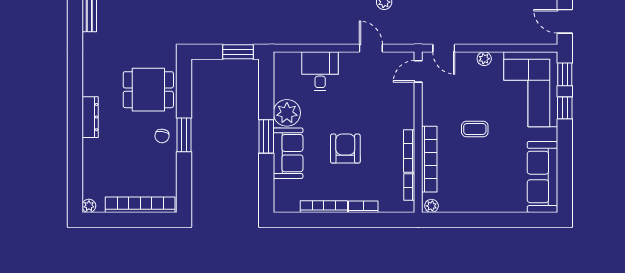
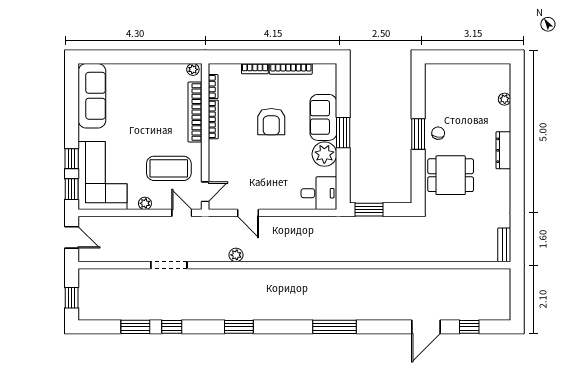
desk: (320, 71) -> (319, 193), moved, turned -90
coffee table: (475, 129) -> (169, 168), moved, width x1.86, depth x1.72
bookcase: (140, 205) -> (458, 71), removed
plant: (89, 206) -> (505, 99), moved

